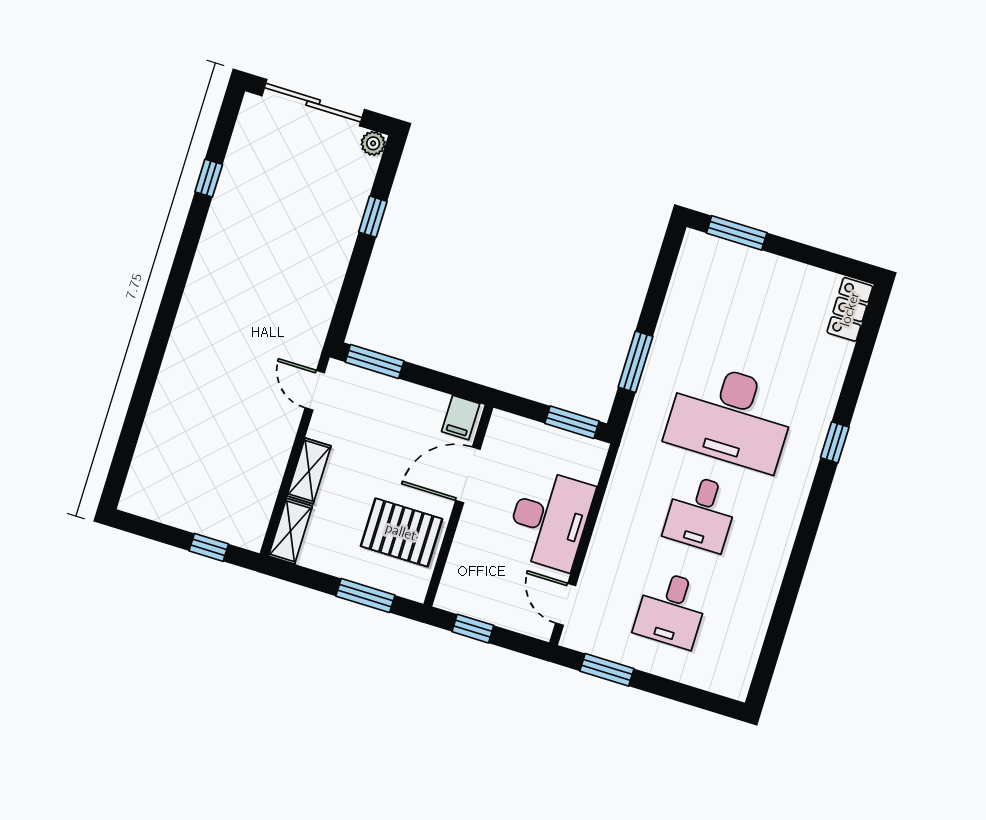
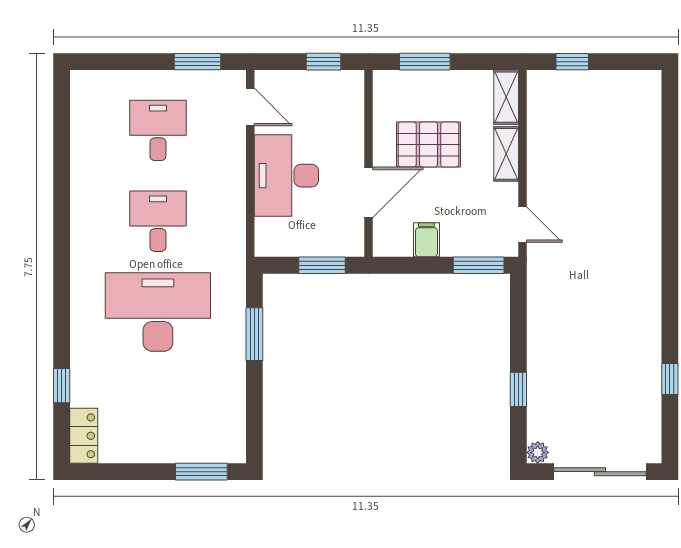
filing cabinet: (461, 418) -> (426, 240), moved
window: (572, 422) -> (322, 265), moved
window: (835, 442) -> (62, 386), moved
pallet: (401, 532) -> (428, 145), moved

